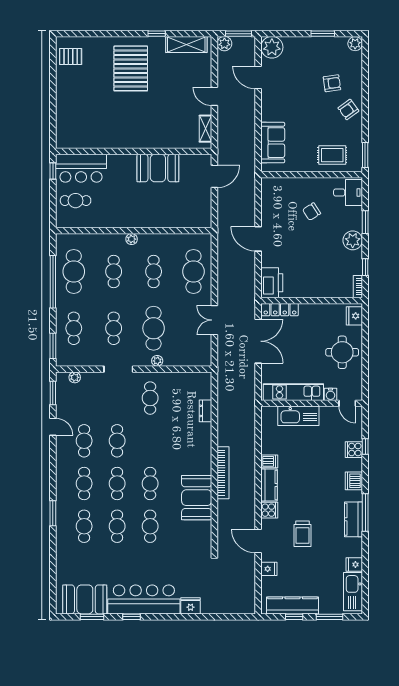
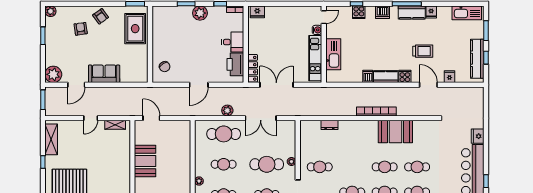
plant: (224, 44) -> (227, 110), moved
sofa: (273, 143) -> (104, 74), moved
rug: (332, 155) -> (135, 29), width x1.36, depth x1.43
desk: (348, 193) -> (233, 42), moved, turned 90
chair: (312, 212) -> (165, 67), moved
printer: (272, 283) -> (235, 64), moved, turned -90
double door: (214, 320) -> (261, 118), width x1.37
round table: (342, 352) -> (285, 21), removed
door: (258, 541) -> (428, 85), swing flipped
fridge: (354, 565) -> (431, 12), moved

